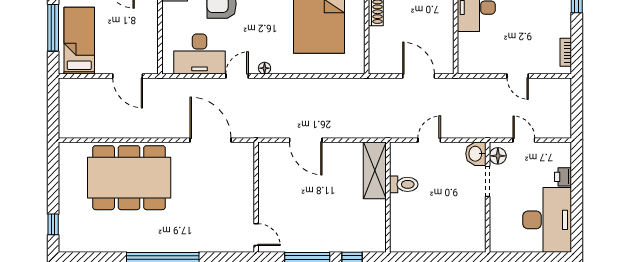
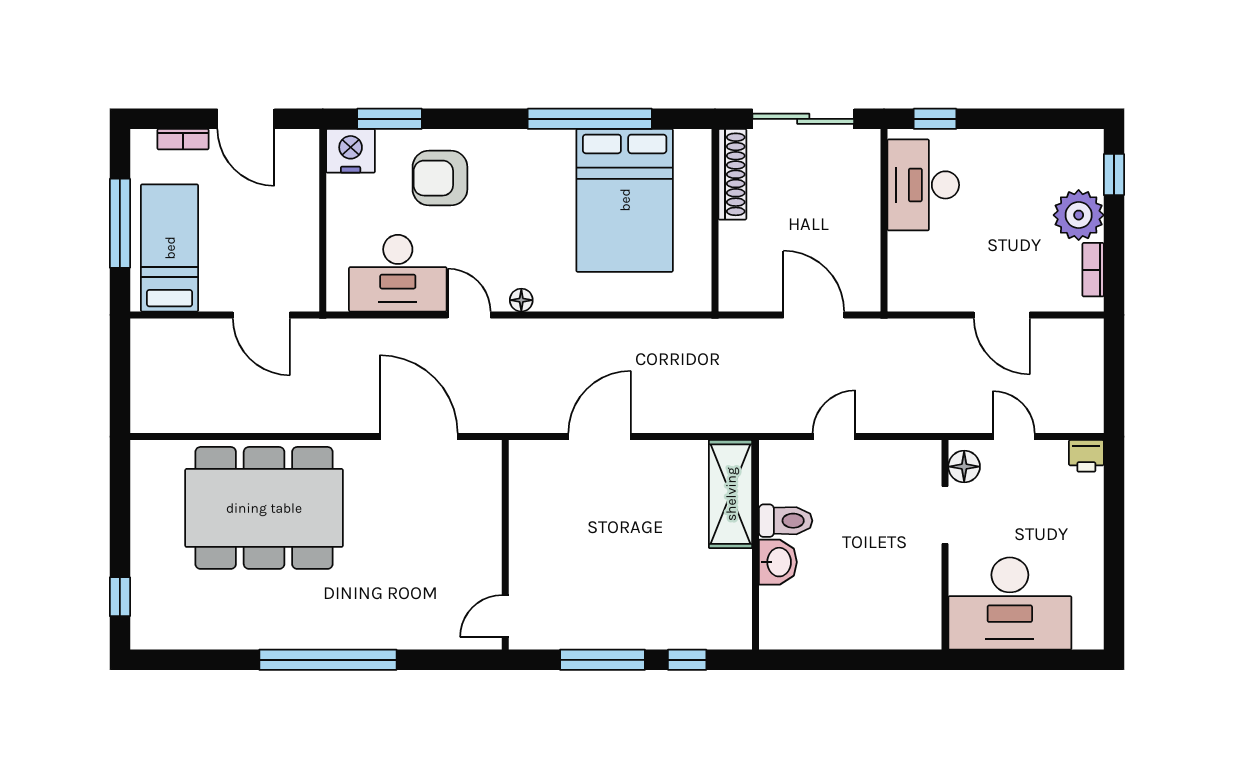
plant: (558, 23) -> (1079, 215), added
door: (237, 76) -> (469, 315), hinge flipped
door: (518, 76) -> (1002, 315), width x1.38
door: (306, 140) -> (600, 437), swing flipped
washbasin: (476, 154) -> (778, 562), moved, turned 180
printer: (563, 177) -> (1086, 456), moved, turned -90
desk: (547, 220) -> (1010, 604), moved, turned 90
door: (256, 235) -> (505, 616), swing flipped

